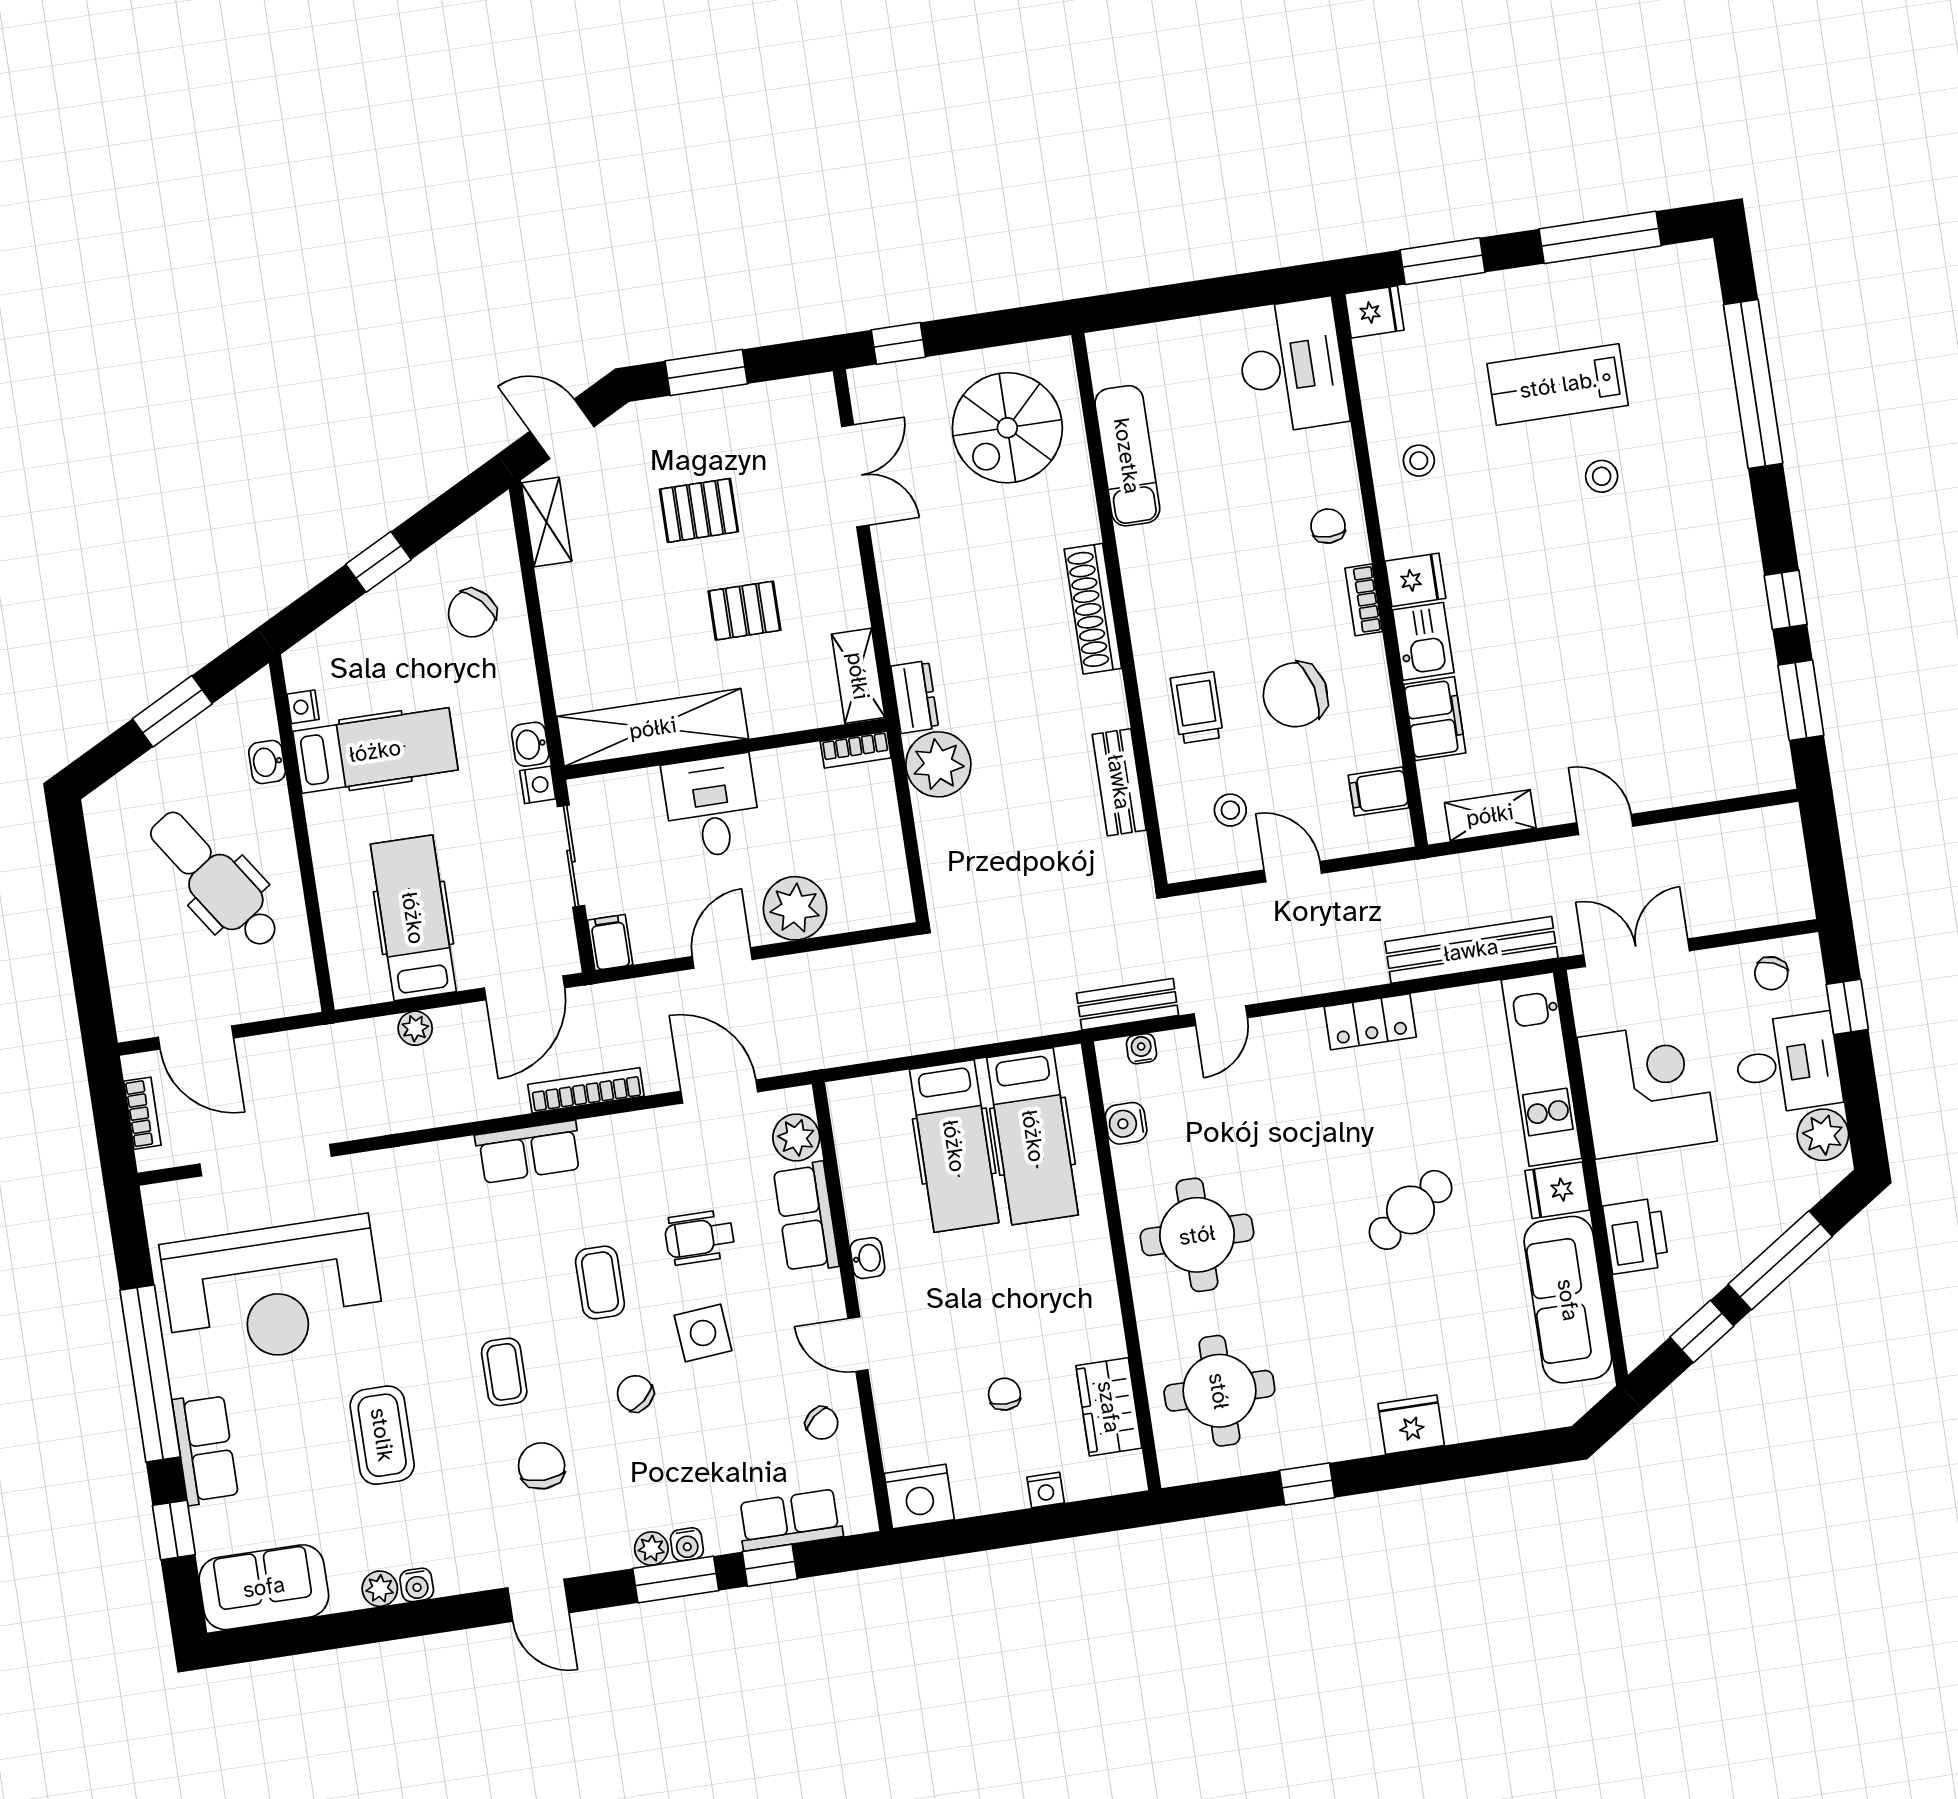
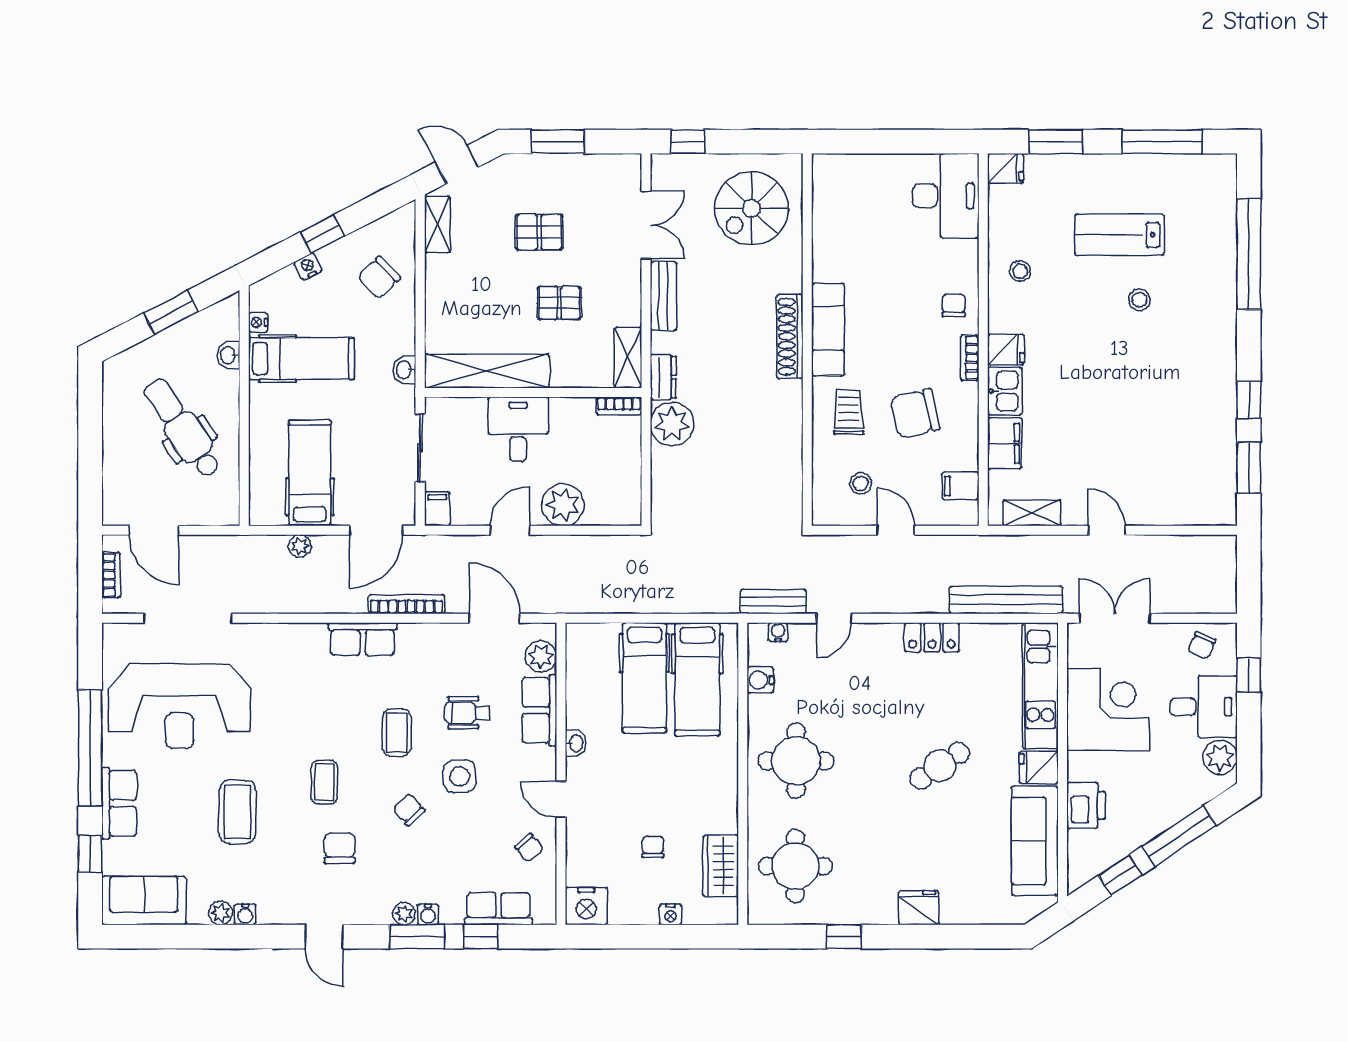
exam couch: (1127, 456) -> (828, 330), moved
bench: (1119, 782) -> (663, 296), moved
nightstand: (538, 785) -> (308, 266), moved, turned -117

